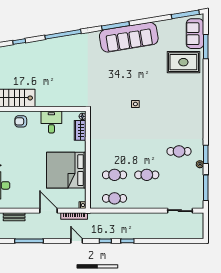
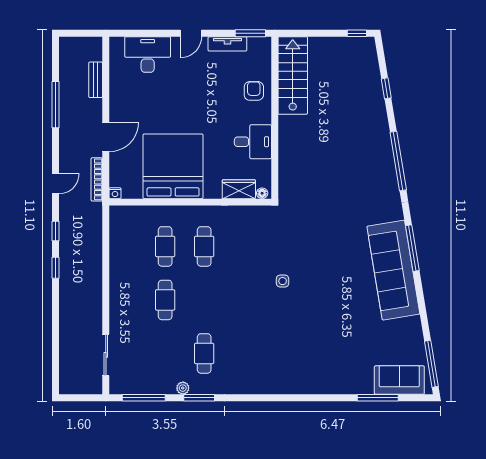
rug: (183, 62) -> (352, 361), removed
cafe table: (115, 198) -> (204, 246), moved

